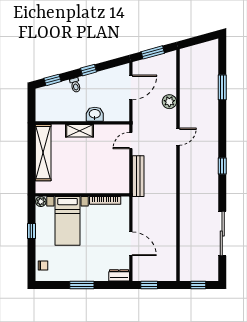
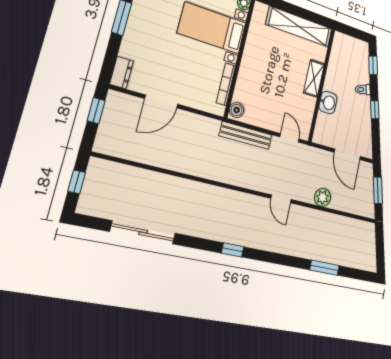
boiler: (122, 188) -> (237, 110), added

